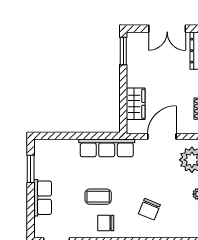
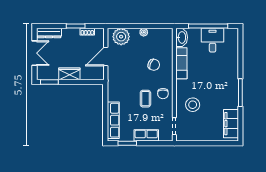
wardrobe: (136, 104) -> (69, 74), moved
door: (162, 137) -> (106, 57), hinge flipped
row of seats: (107, 148) -> (113, 120), moved

